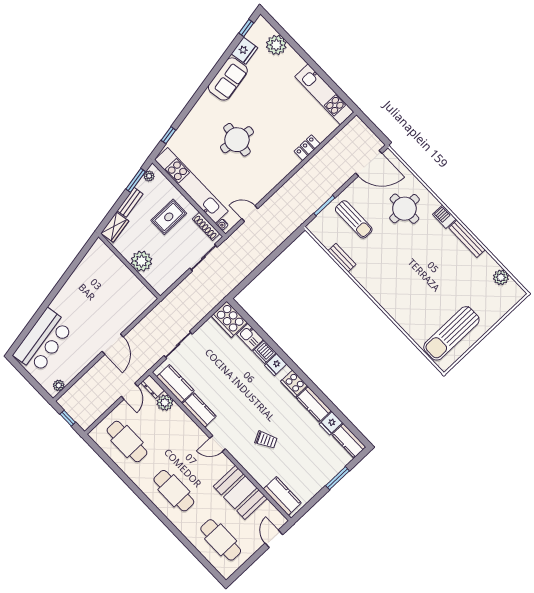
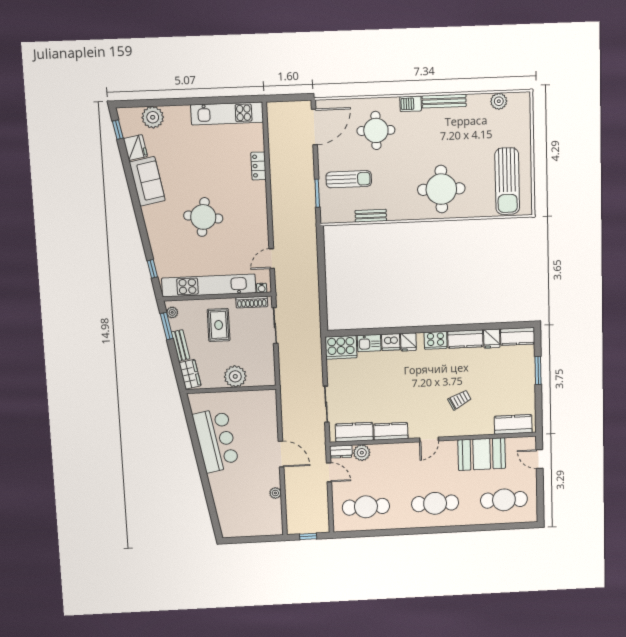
round table: (405, 291) -> (441, 189), added
bar counter: (43, 341) -> (216, 440), moved
plant: (59, 385) -> (275, 493), moved

